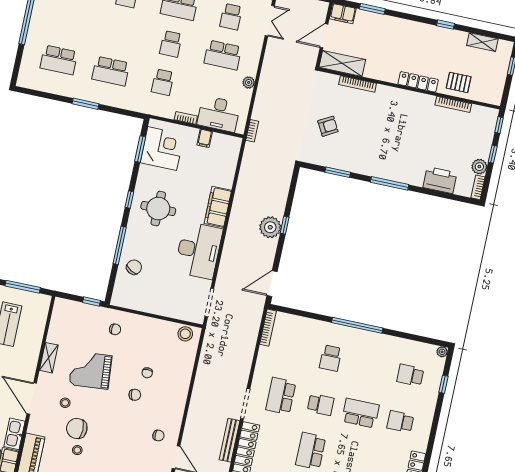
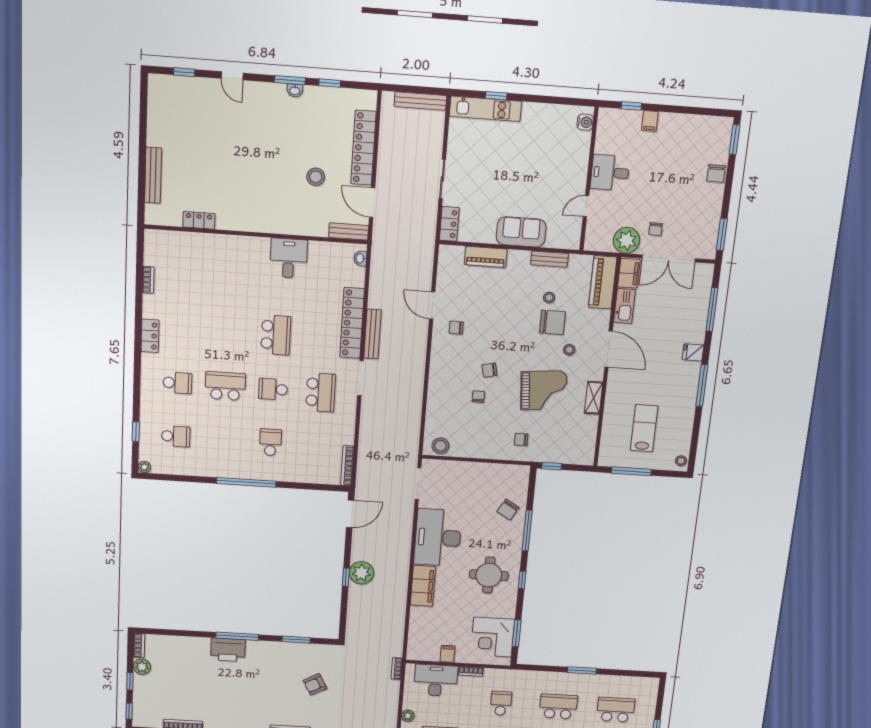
printer: (440, 180) -> (228, 650), moved
school desk: (360, 413) -> (225, 386), turned 180

